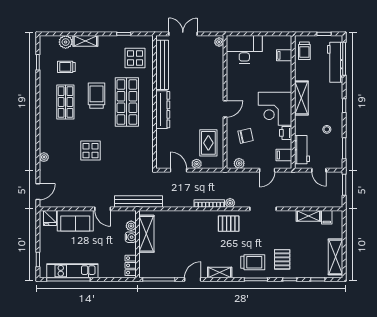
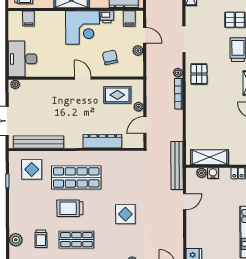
shelving: (85, 41) -> (15, 220), removed
dresser: (163, 110) -> (102, 141), moved
plant: (239, 163) -> (138, 51), moved
sofa: (75, 221) -> (197, 229), removed

